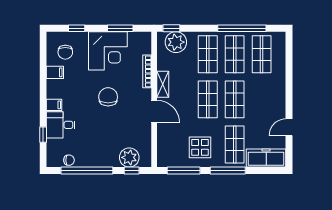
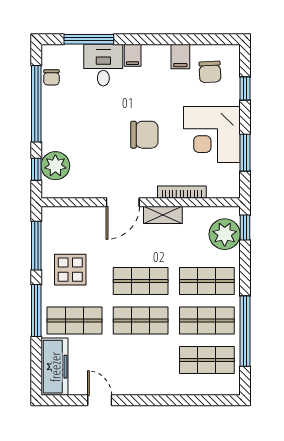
chair: (65, 52) -> (210, 72), turned -93
window: (43, 135) -> (89, 39), width x2.17

